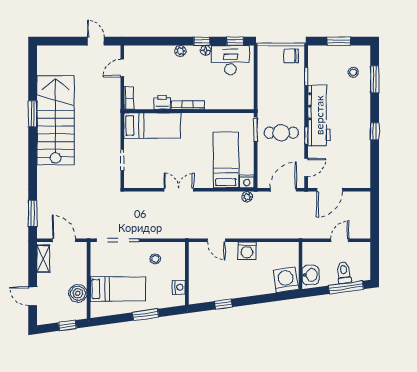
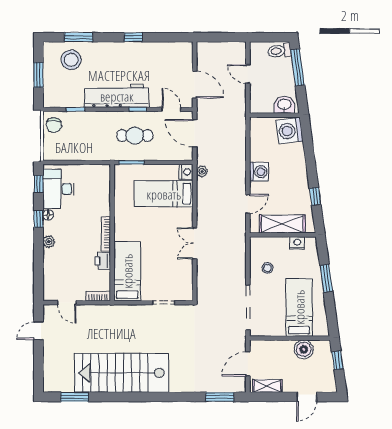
stool: (353, 72) -> (71, 60), width x1.89, depth x1.89
window: (33, 114) -> (75, 397), moved
cafe table: (281, 133) -> (135, 135), turned 90
shelving: (197, 273) -> (282, 224), added
toilet: (344, 273) -> (279, 51), moved

